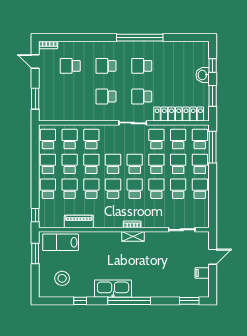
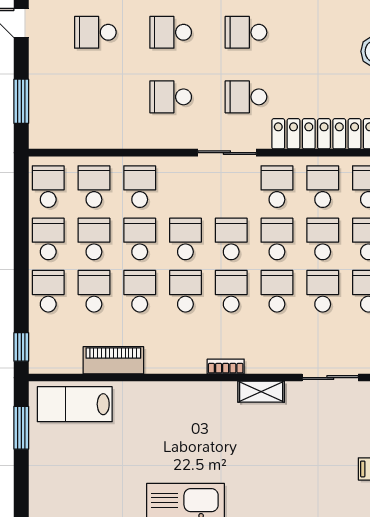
shelving: (133, 236) -> (261, 392), moved
stool: (62, 278) -> (78, 480), removed

